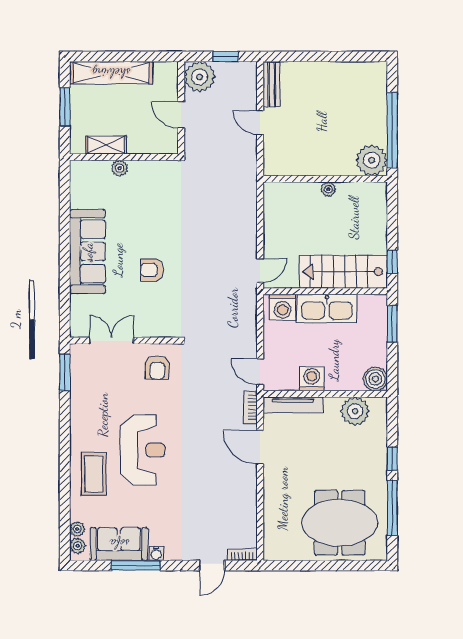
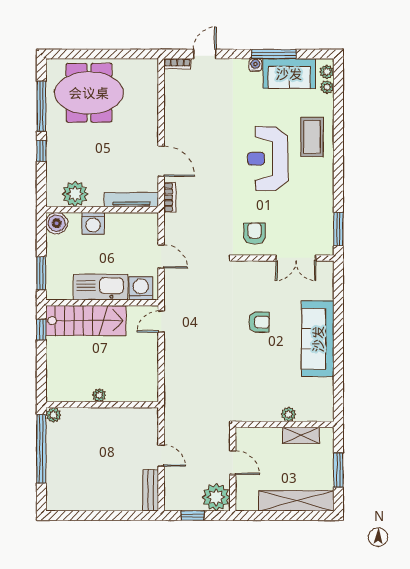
plant: (372, 160) -> (53, 415), width x0.53, depth x0.53
door: (260, 372) -> (161, 256), moved
washing machine: (312, 379) -> (93, 223), moved

